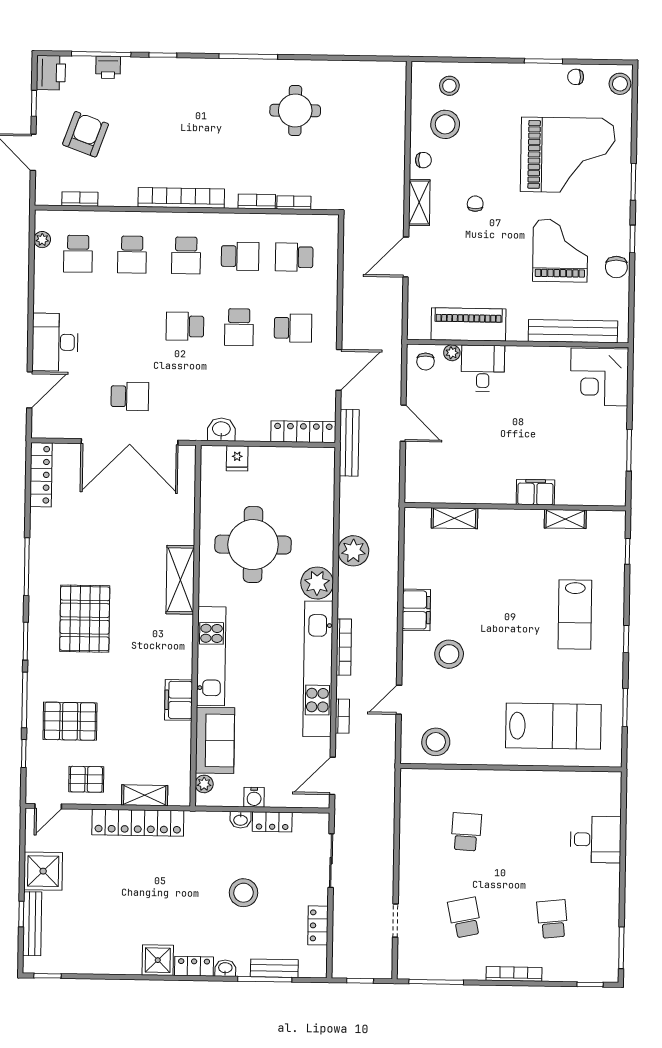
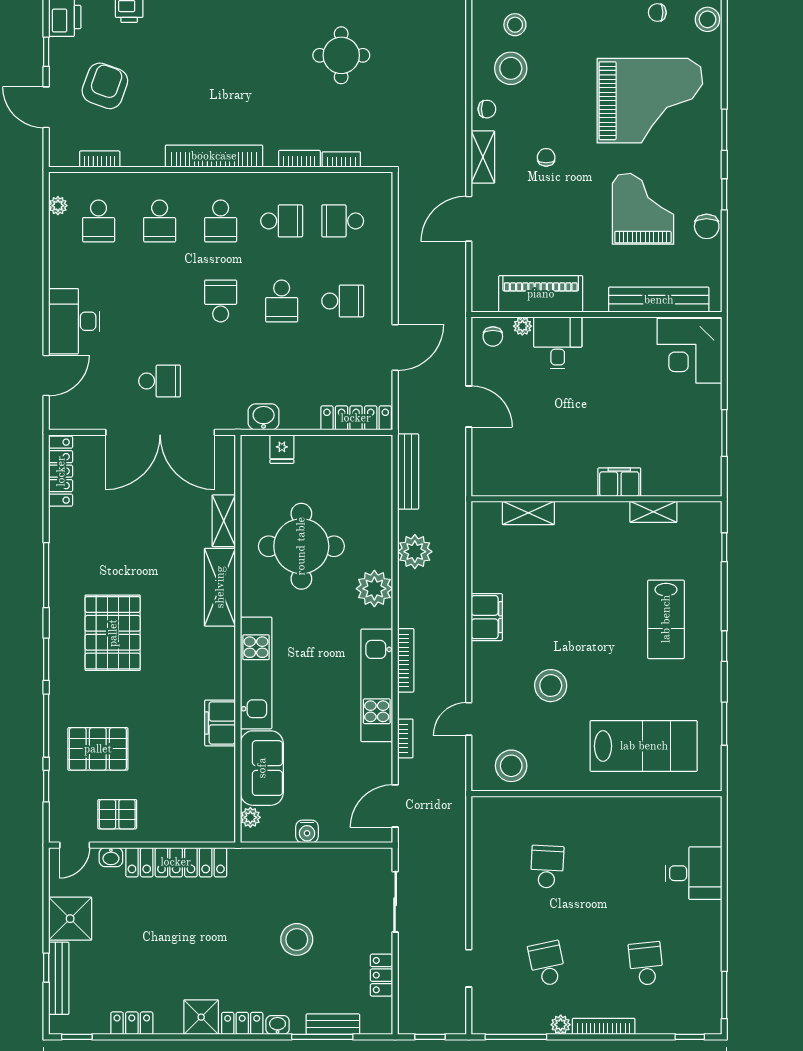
school desk: (185, 326) -> (221, 301), turned 90
bench: (349, 443) -> (408, 472), moved
stool: (449, 654) -> (551, 686), moved
kitchen unit: (318, 669) -> (377, 685), width x0.73
shelving: (145, 795) -> (224, 521), moved, turned 90
washbasin: (240, 820) -> (111, 857), moved
locker: (272, 822) -> (132, 1023), moved, turned 180
plant: (476, 972) -> (561, 1025), added

